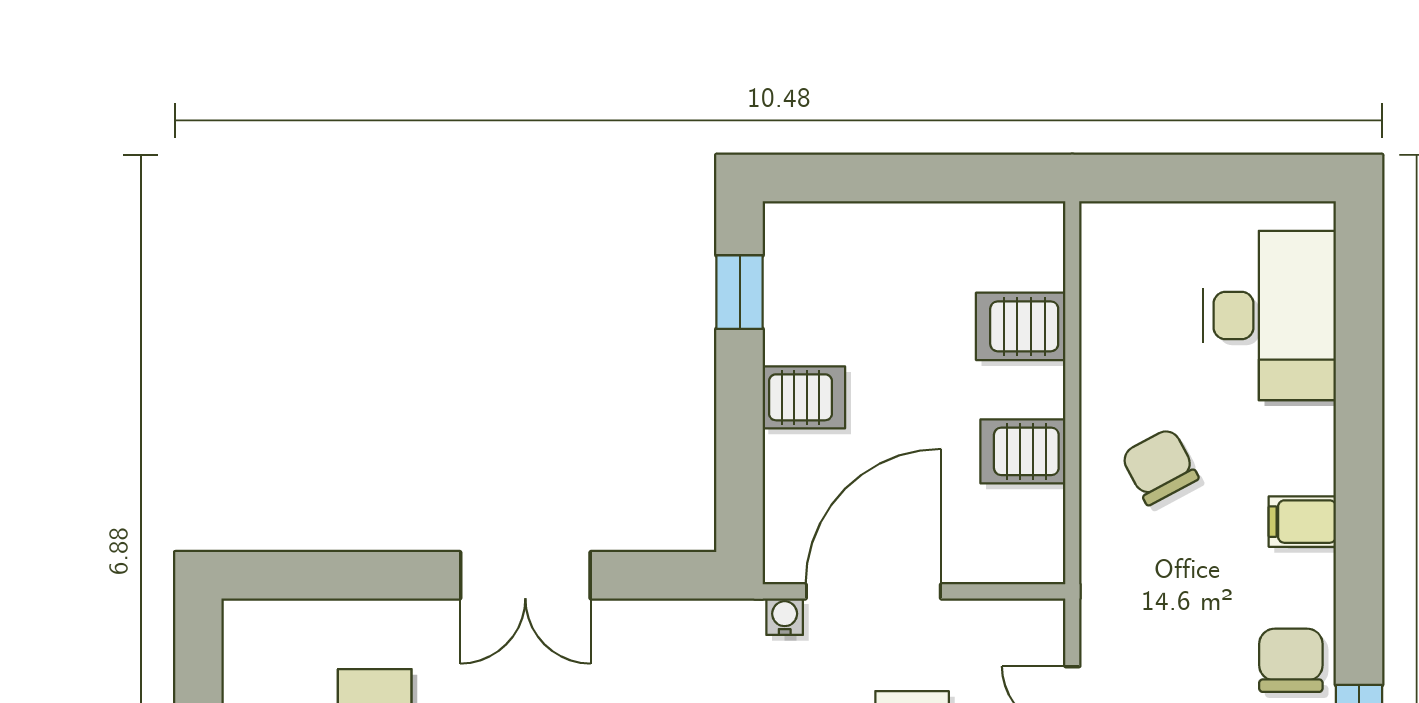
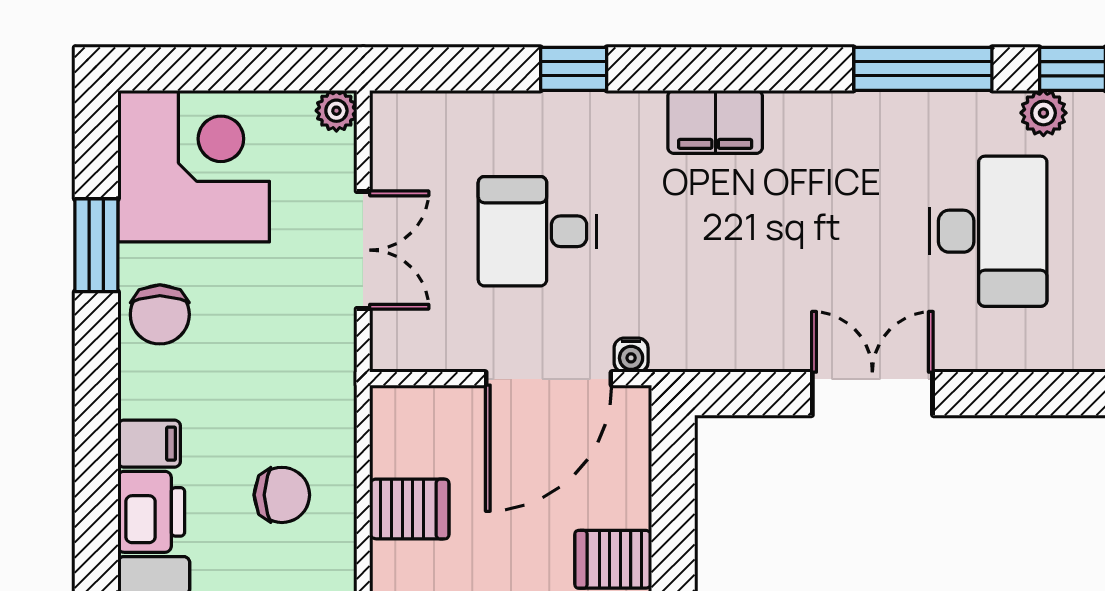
printer: (1300, 448) -> (151, 512), added
chair: (1160, 466) -> (282, 495), turned -62

